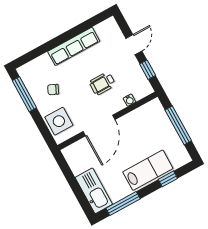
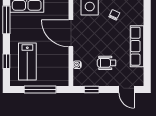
door: (134, 45) -> (127, 90), moved
wheelchair: (102, 83) -> (107, 63), moved, turned -90
lab bench: (148, 170) -> (27, 61), moved

